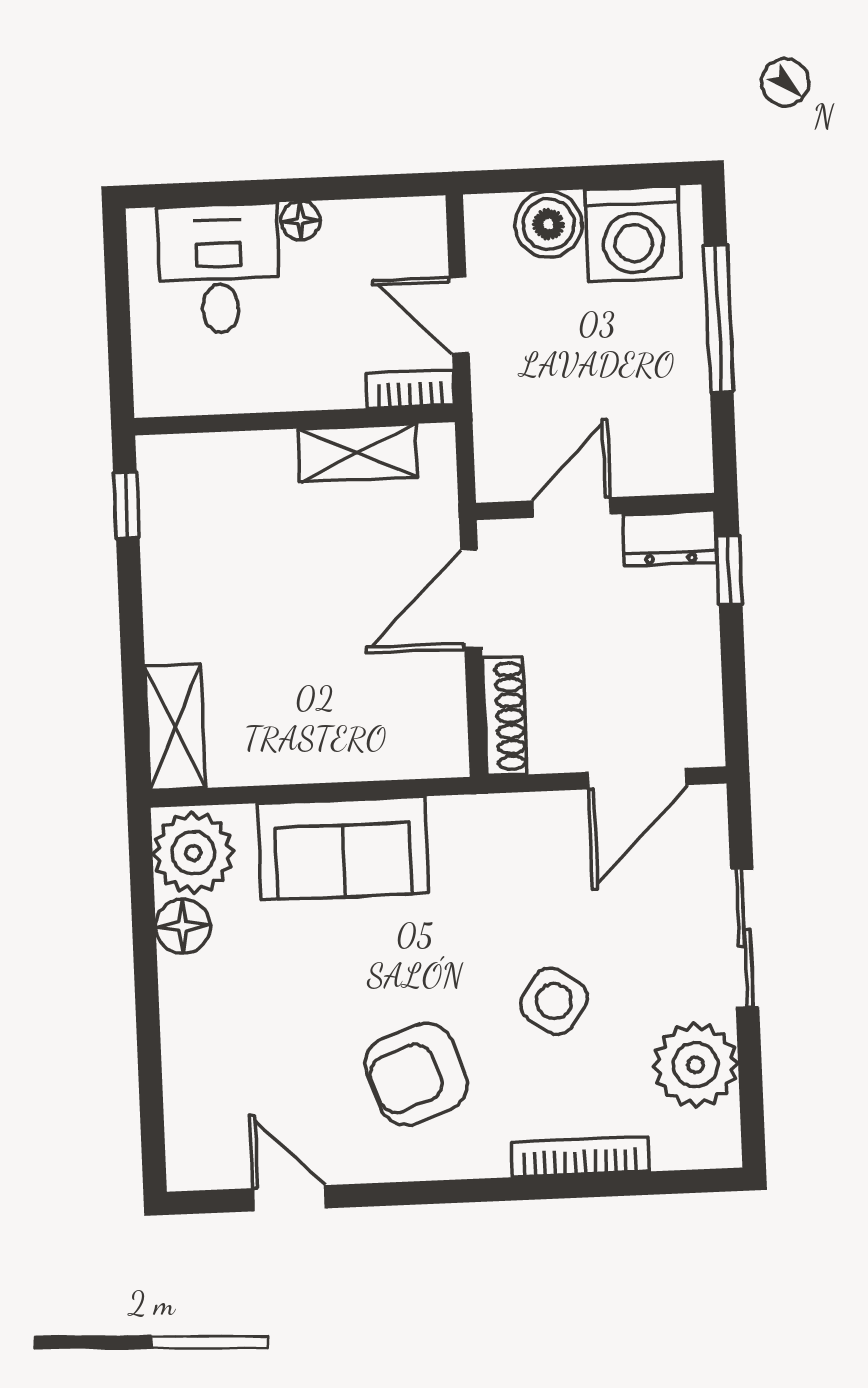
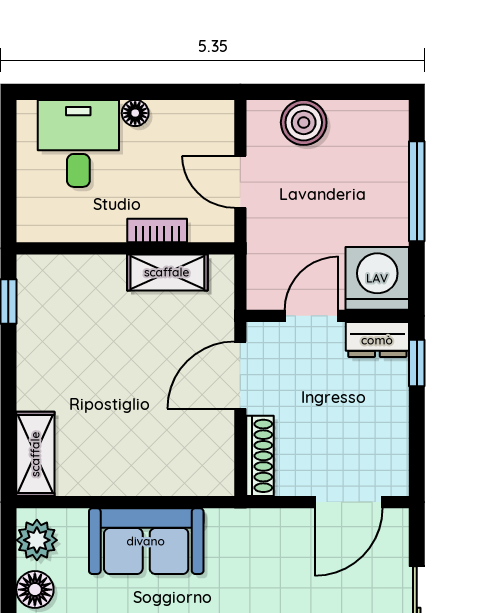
washing machine: (633, 234) -> (377, 278), moved, turned 180
bookcase: (410, 389) -> (157, 231), moved
plant: (193, 853) -> (37, 540), width x0.73, depth x0.73

